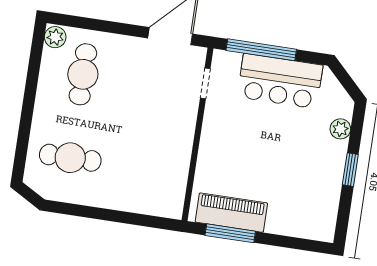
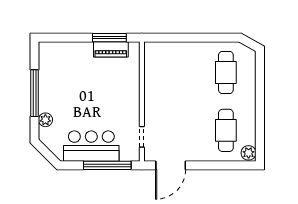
cafe table: (70, 158) -> (226, 72), turned 90
window: (350, 170) -> (35, 93), width x2.11
piano: (231, 213) -> (111, 49), width x0.73, depth x0.75

